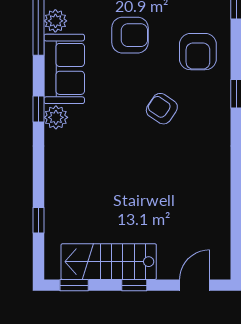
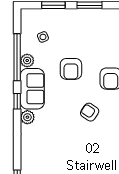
armchair: (130, 35) -> (71, 69), turned 90
window: (38, 109) -> (17, 101), moved

